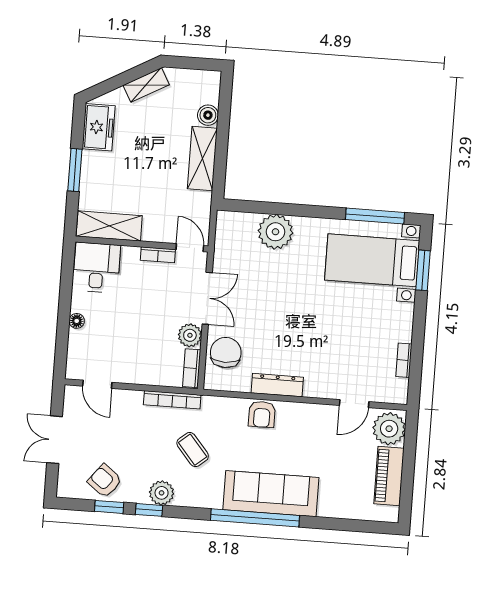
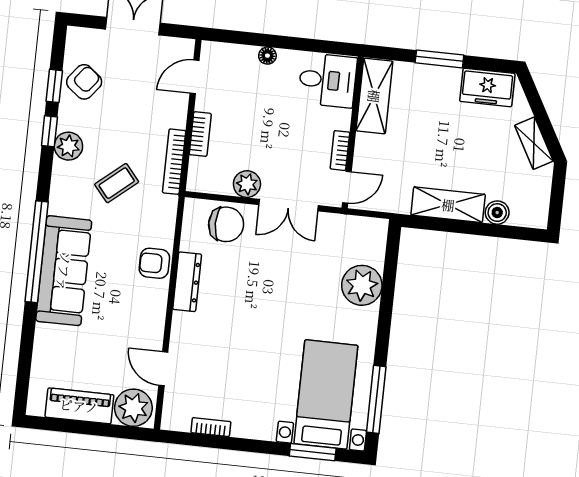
bookcase: (192, 368) -> (200, 134), moved, turned 90

